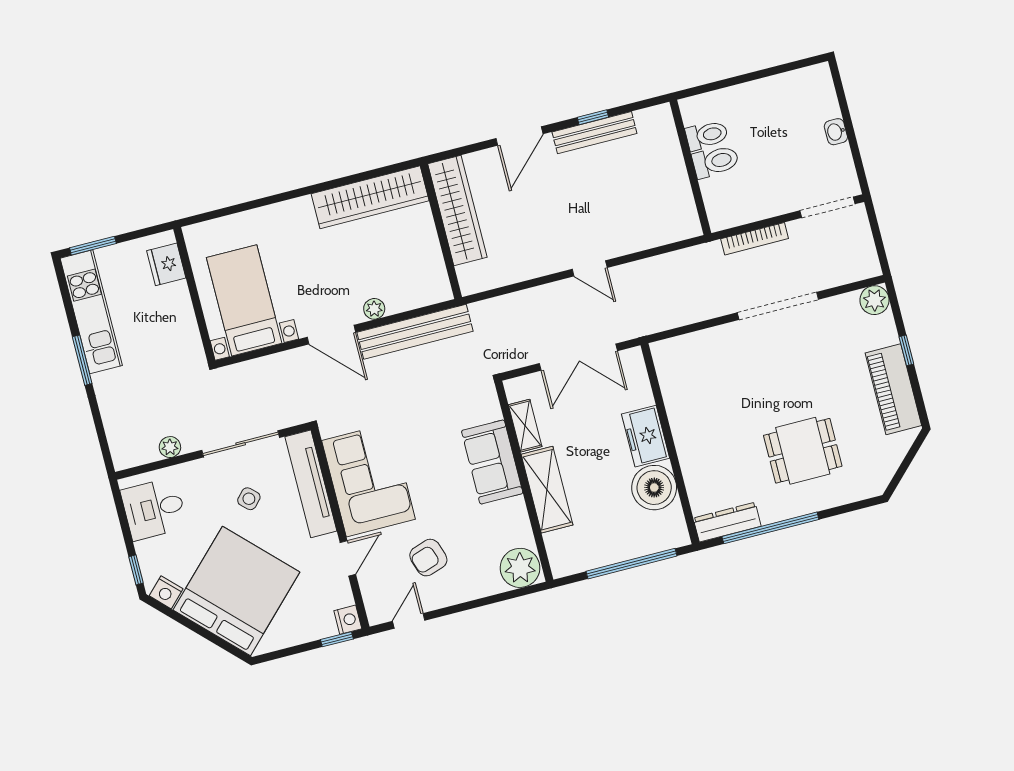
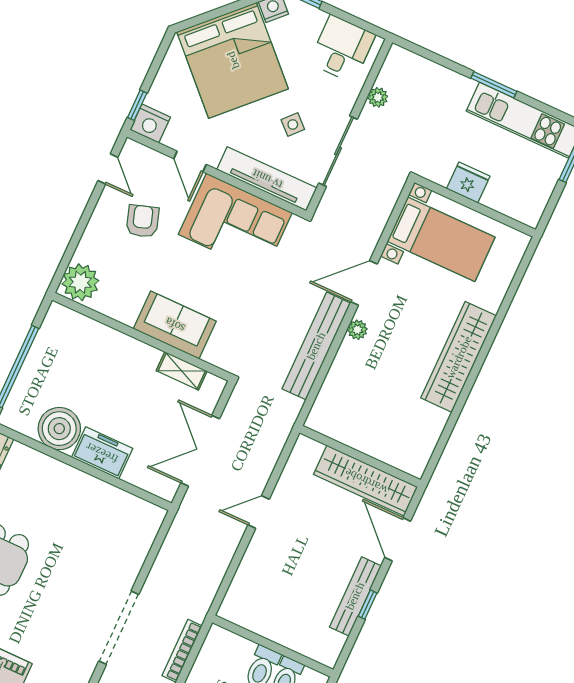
wardrobe: (370, 197) -> (459, 357), moved
wardrobe: (457, 211) -> (366, 481), moved
wall: (441, 231) -> (360, 456), moved
fridge: (166, 264) -> (468, 182), moved
shelving: (547, 490) -> (122, 349), removed
nightstand: (348, 620) -> (150, 124), width x1.36, depth x1.33

